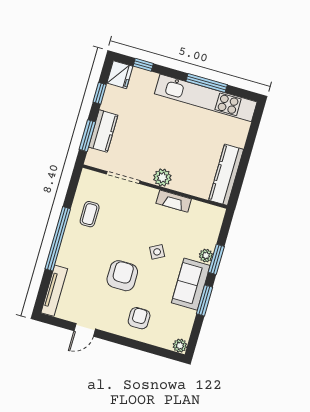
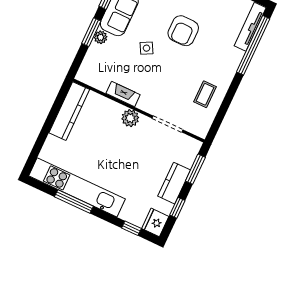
kitchen counter: (103, 131) -> (174, 183), moved
window: (58, 239) -> (253, 45), moved

